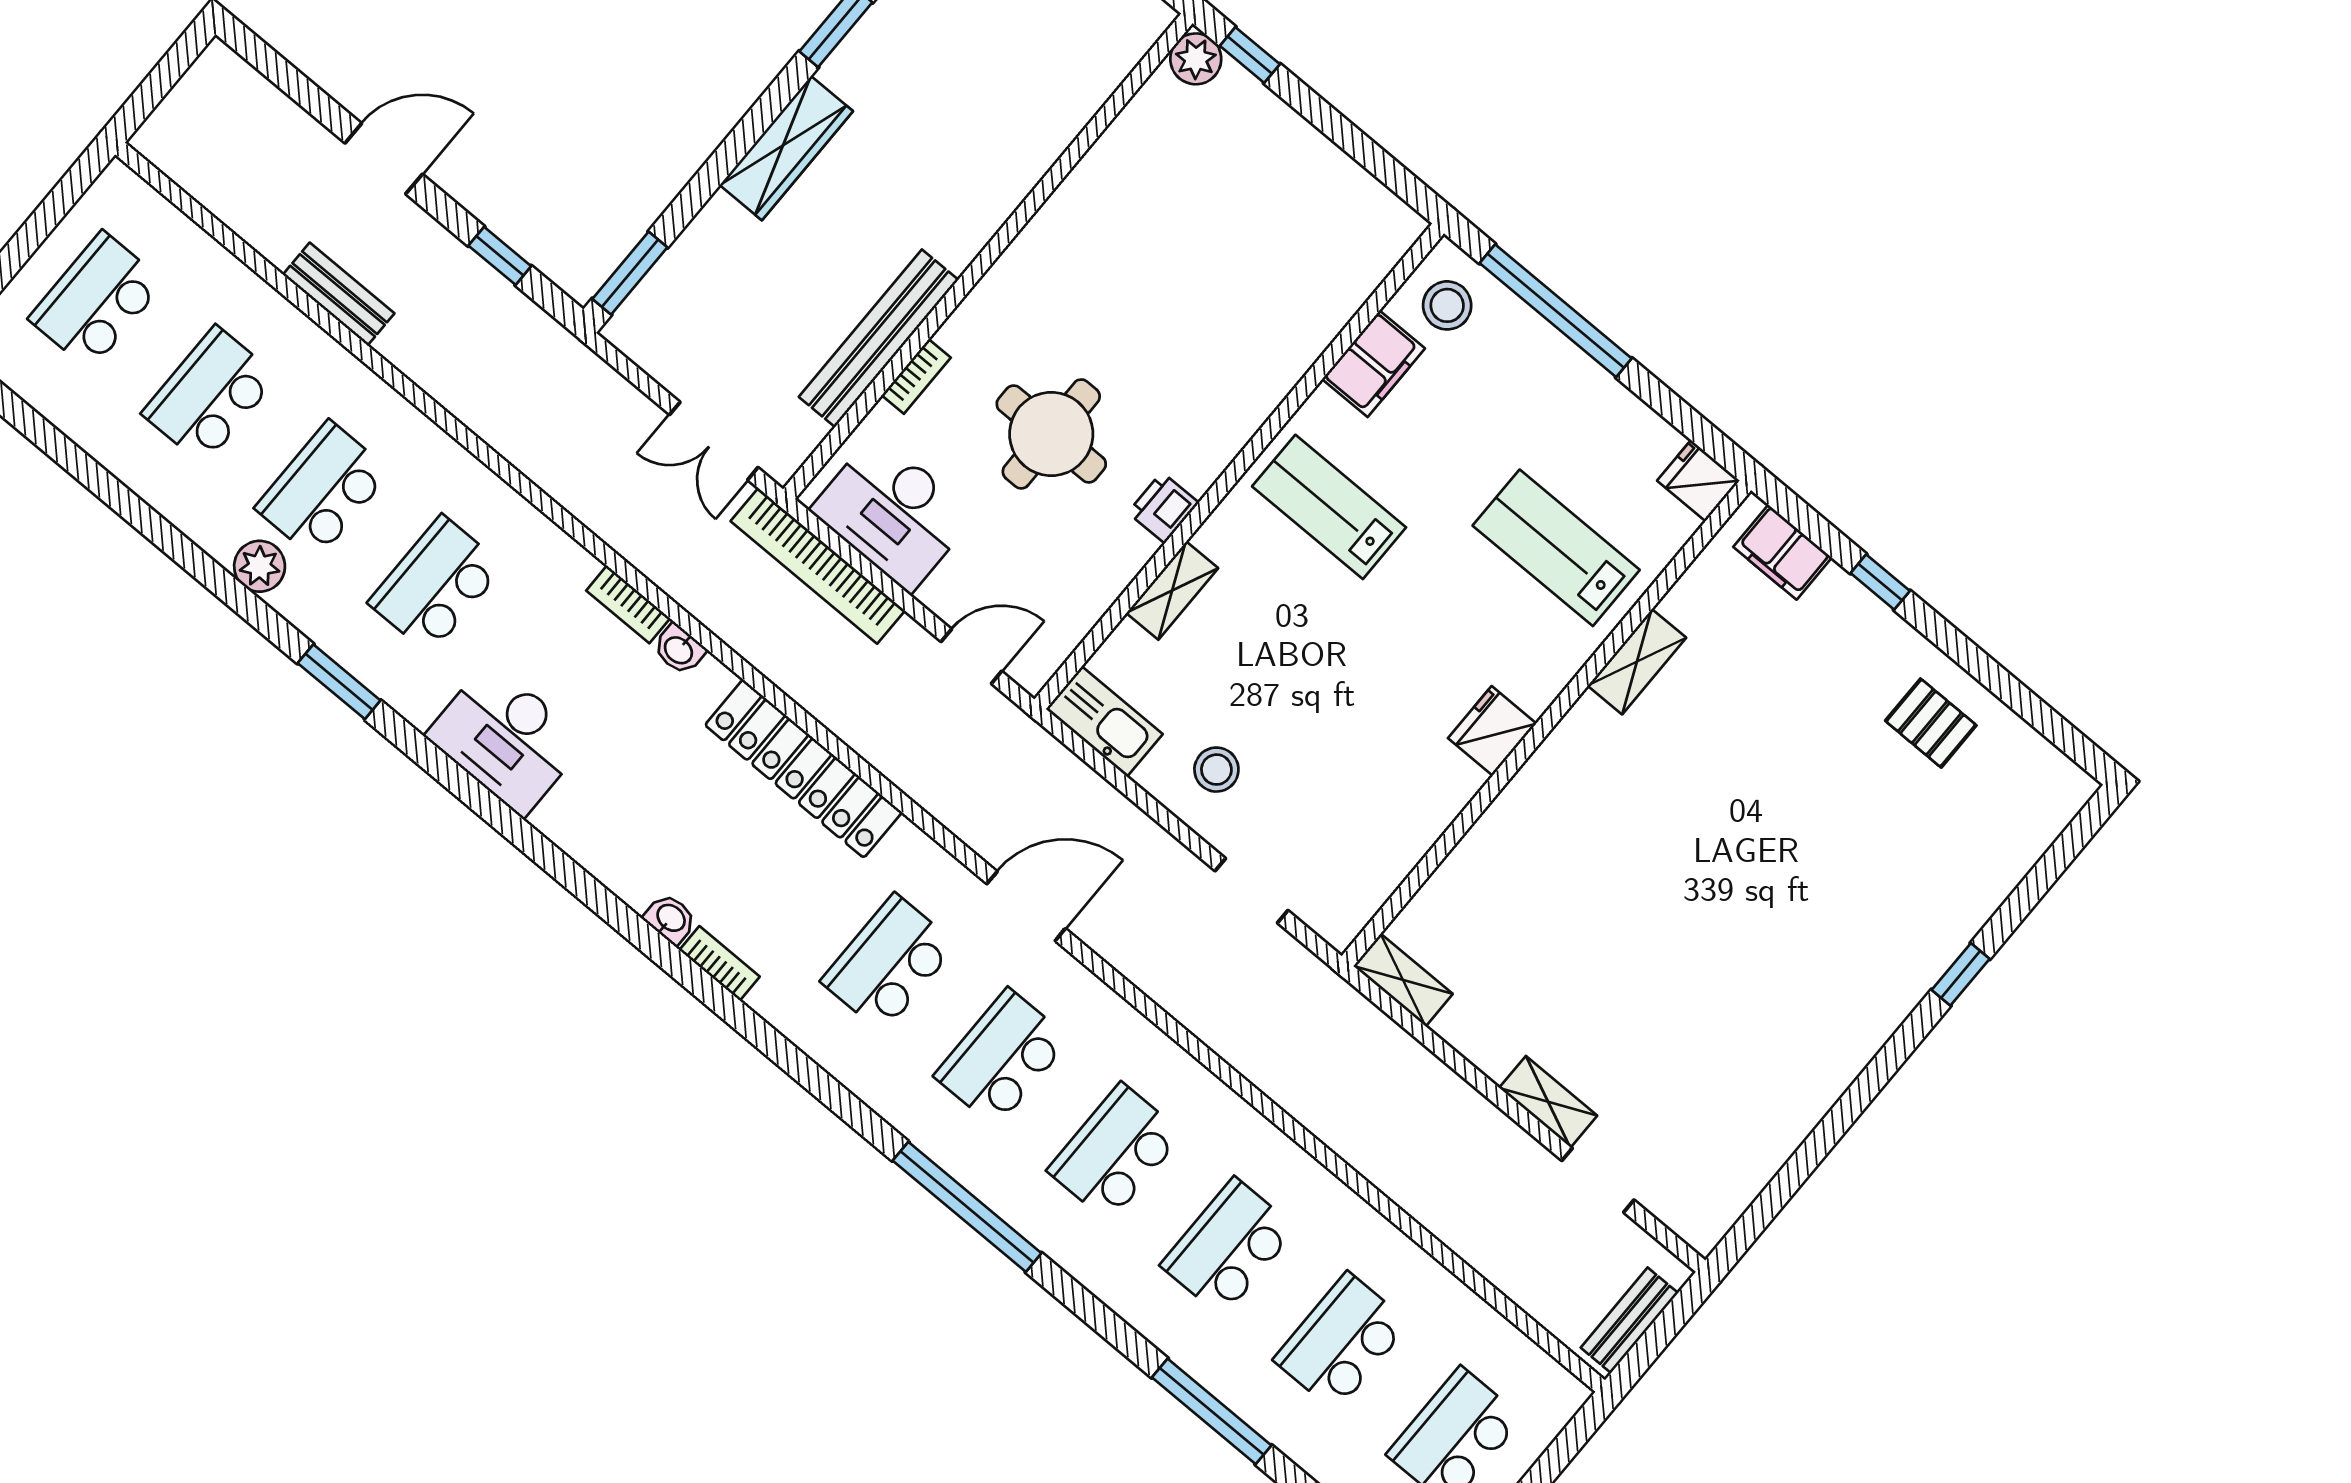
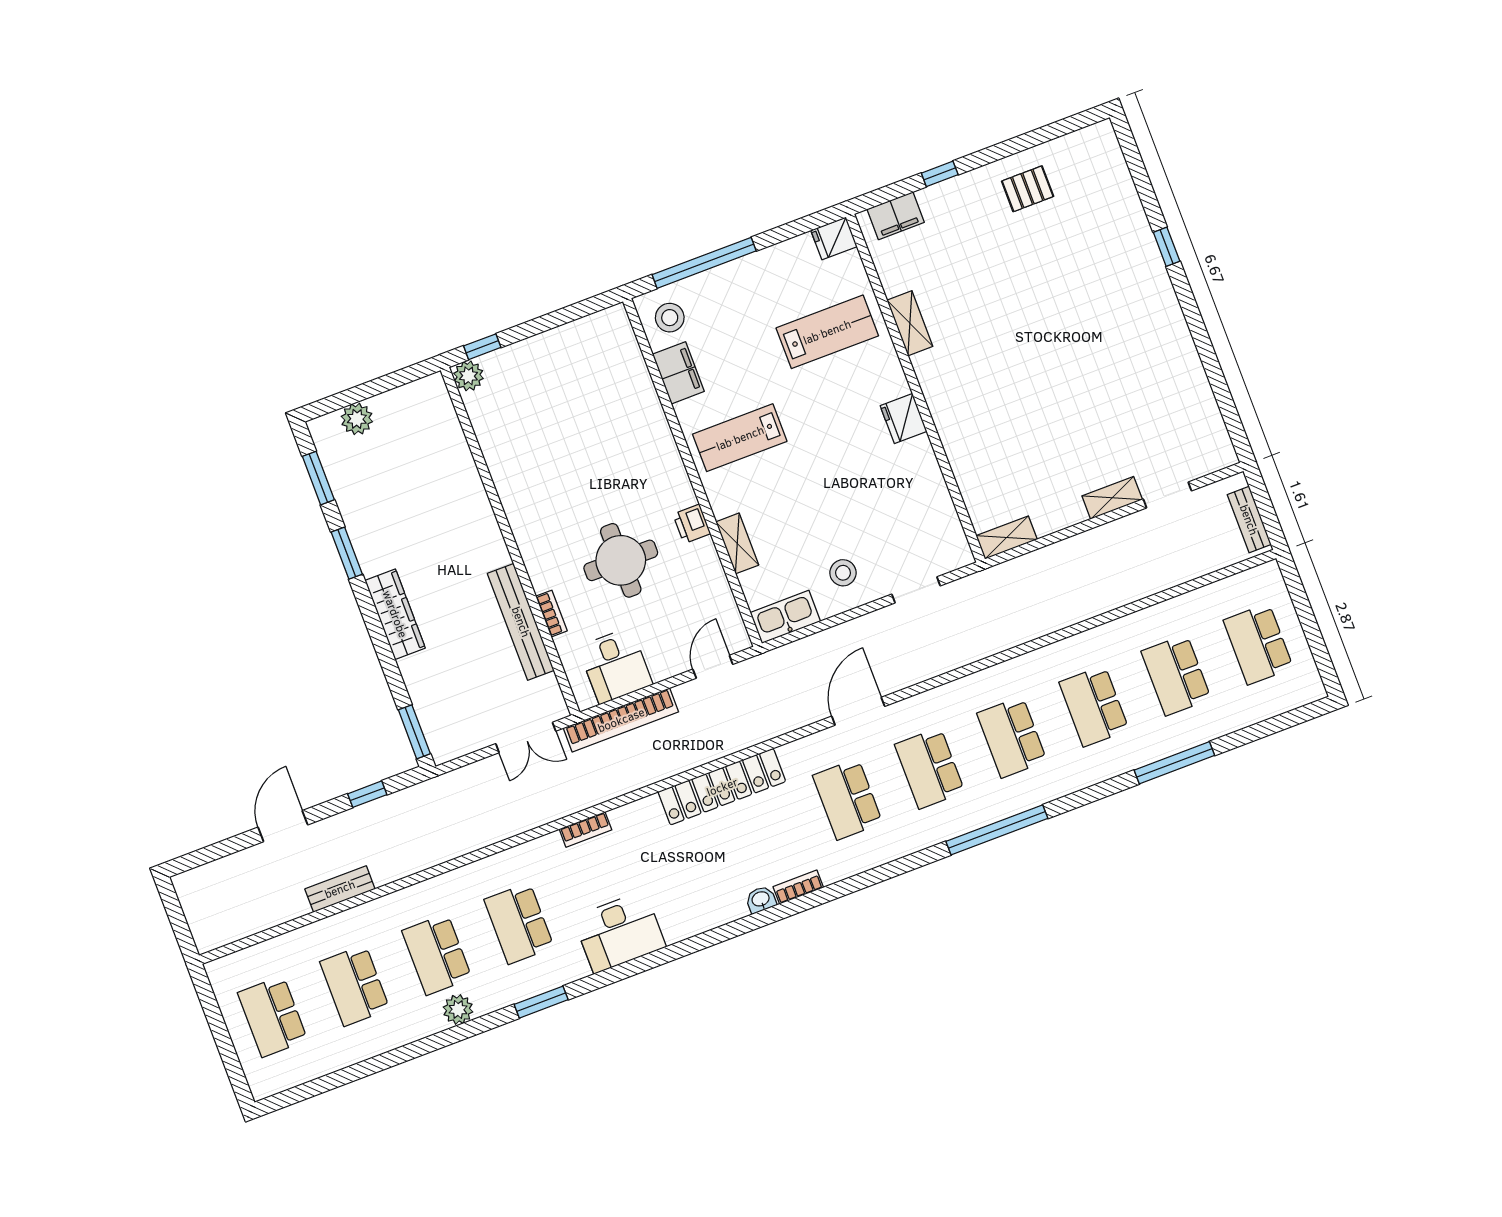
desk: (893, 513) -> (615, 666), width x0.73
lab bench: (1556, 548) -> (827, 332), turned 180
washbasin: (679, 649) -> (624, 816), removed

